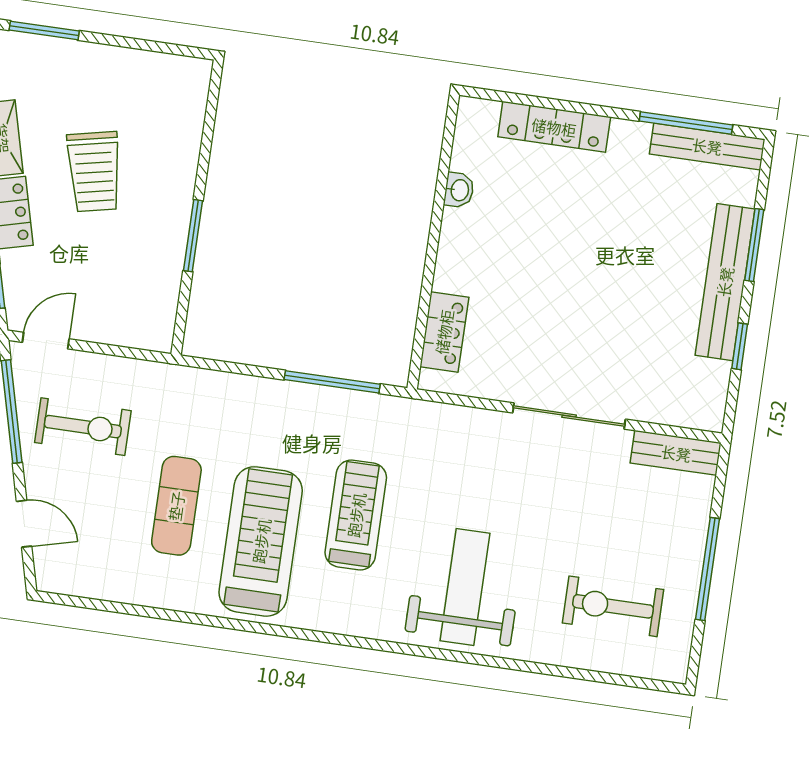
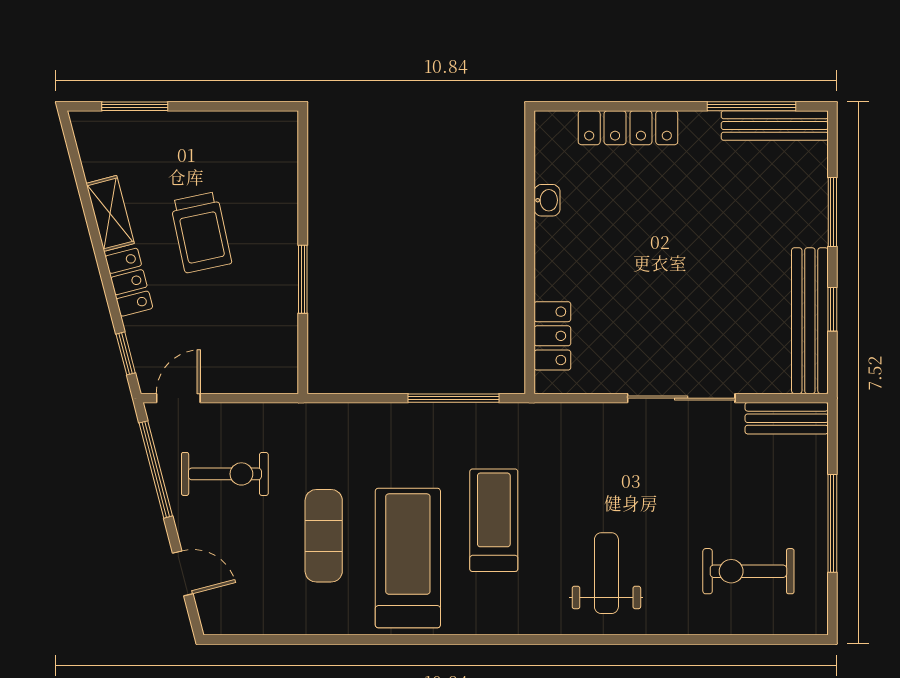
bench: (725, 282) -> (810, 321), moved
weight bench: (465, 587) -> (606, 573), width x0.73, depth x0.75

